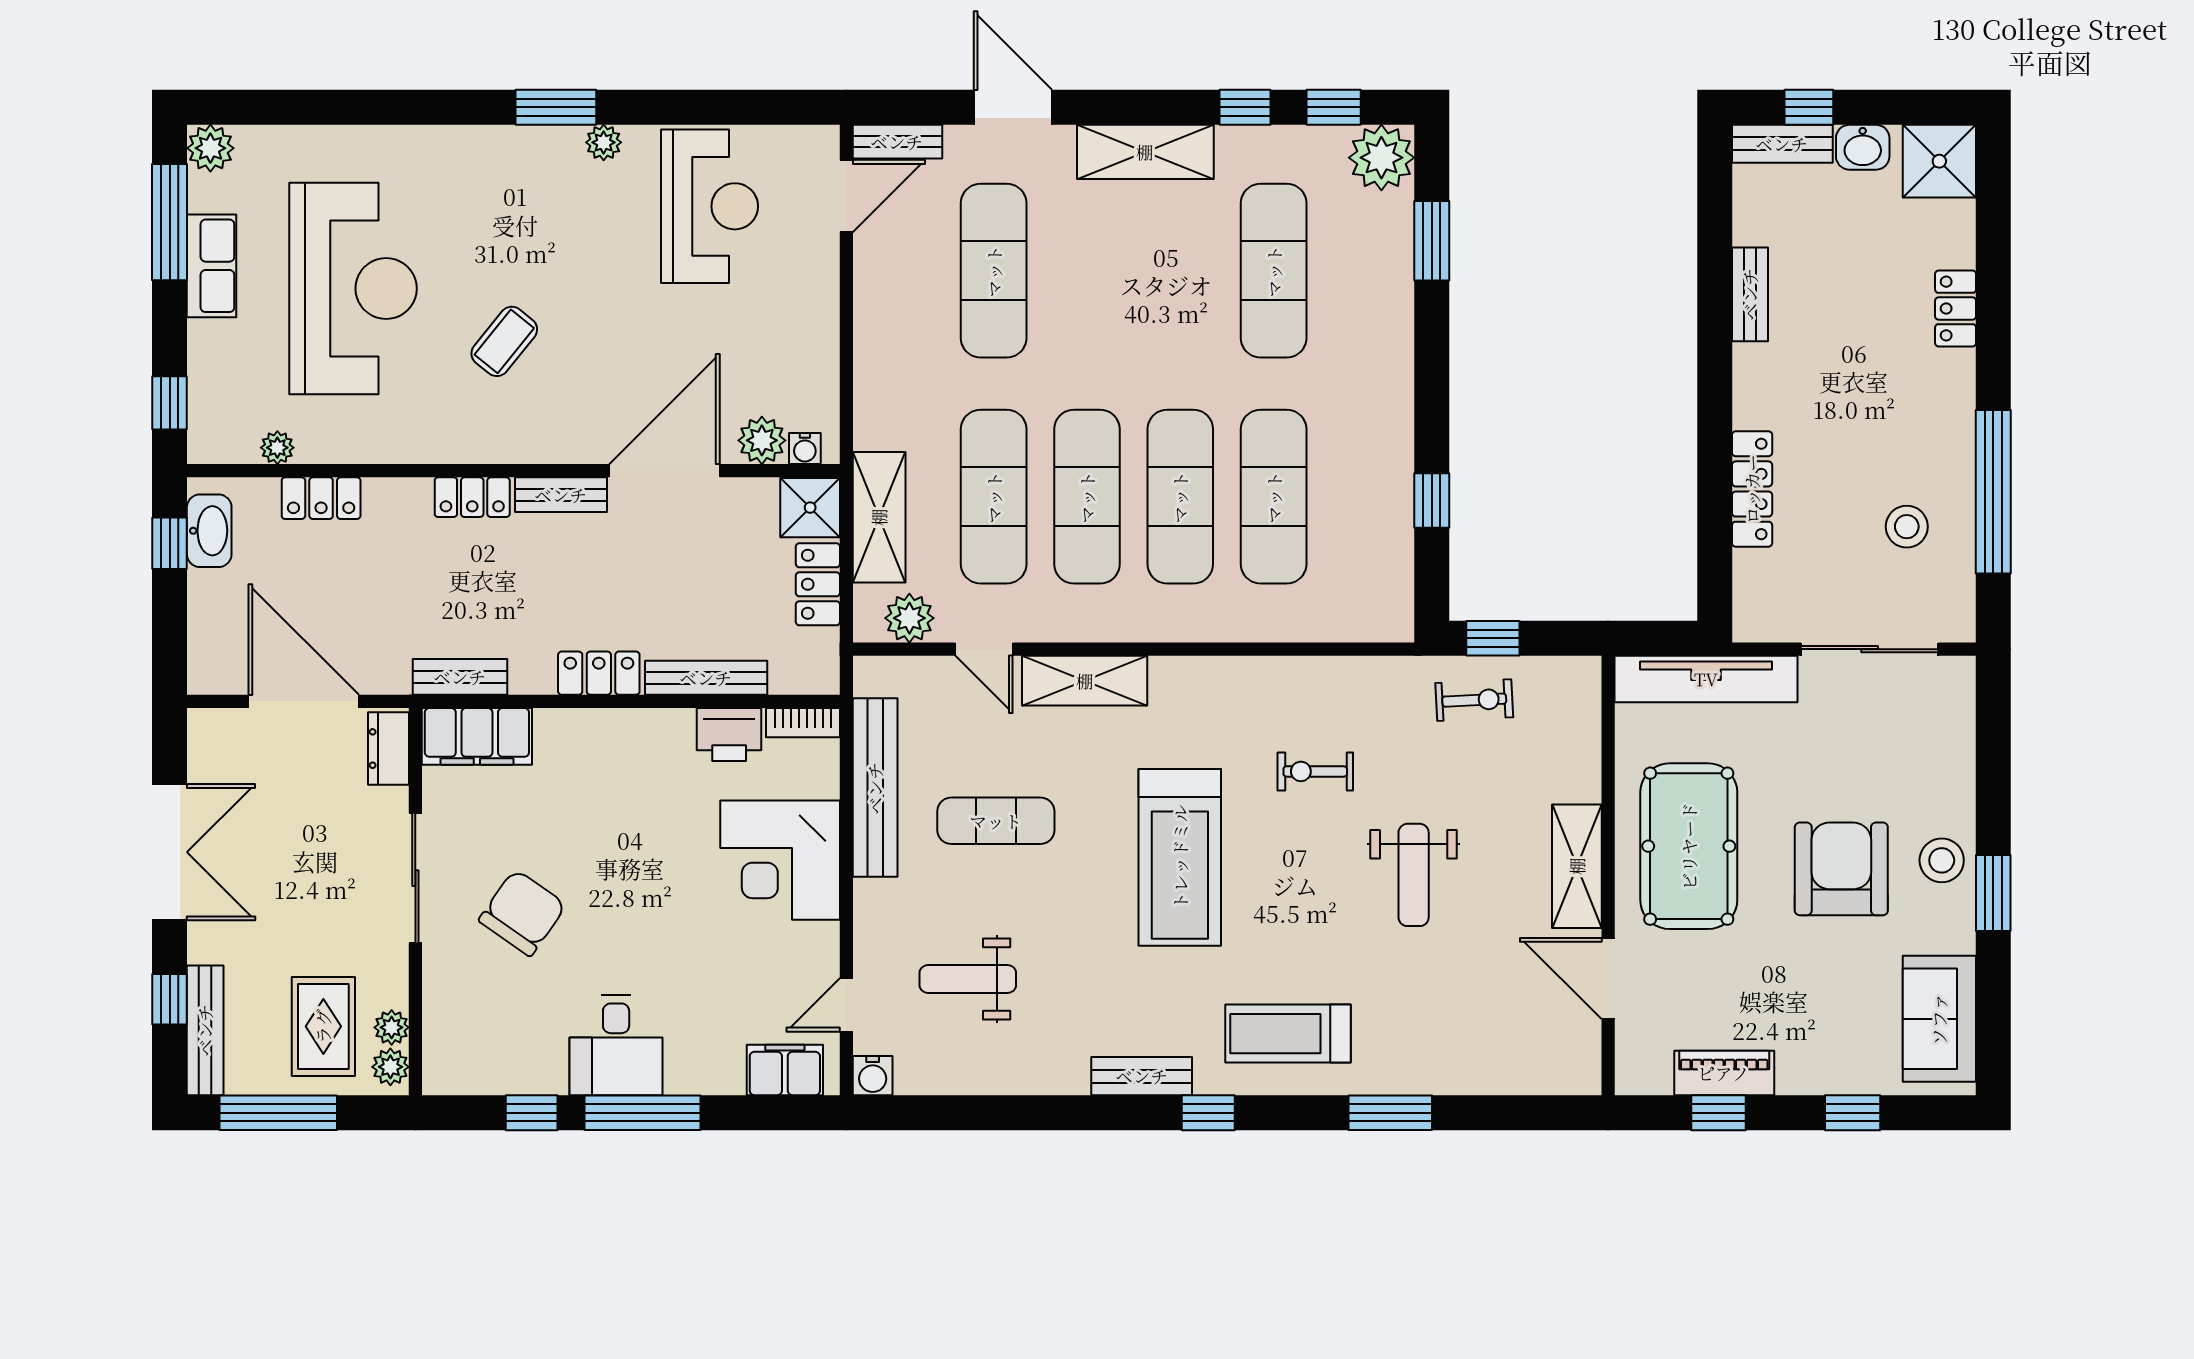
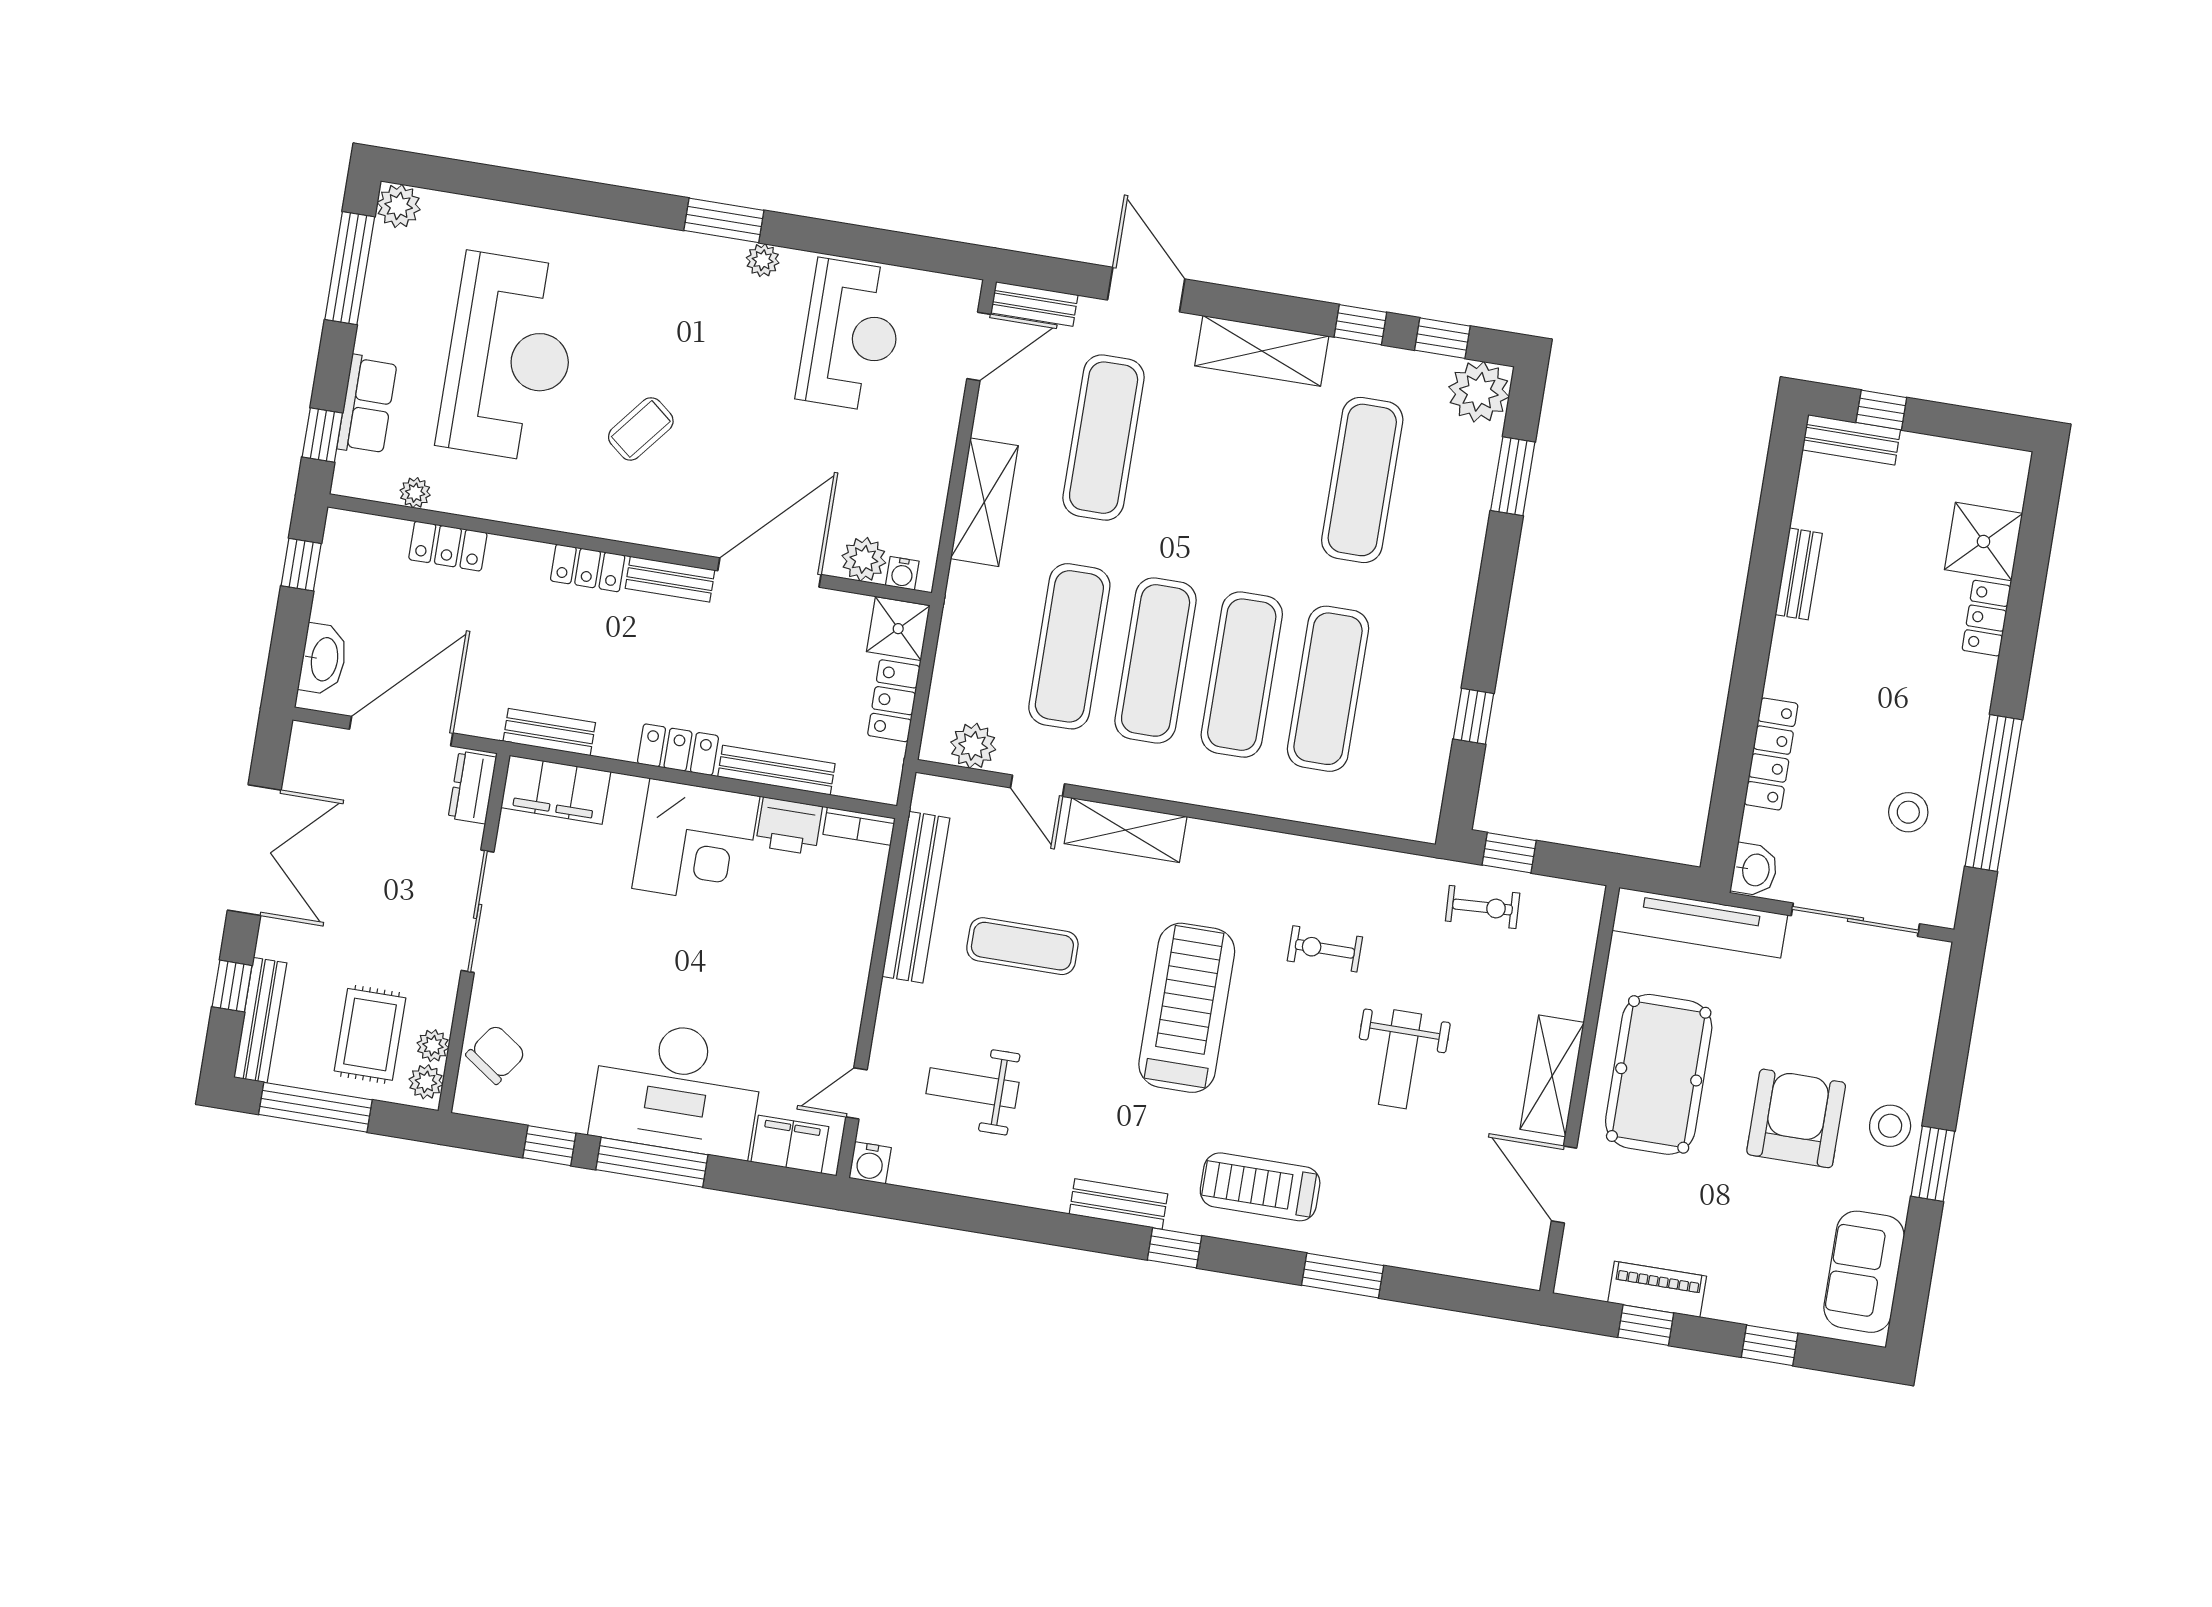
washbasin: (1863, 147) -> (1755, 870), moved, turned -90
shower: (1939, 161) -> (1984, 541), moved
row of seats: (212, 266) -> (367, 405), moved
shelving: (879, 517) -> (984, 502), moved
washbasin: (209, 531) -> (323, 659), moved
door: (304, 701) -> (401, 731), hinge flipped
treadmill: (1180, 857) -> (1187, 1008), turned 180
corner desk: (780, 860) -> (696, 842), moved, turned -90
chair: (523, 913) -> (496, 1054), moved, width x0.73, depth x0.73
desk: (616, 1045) -> (677, 1088), width x1.87, depth x1.30

